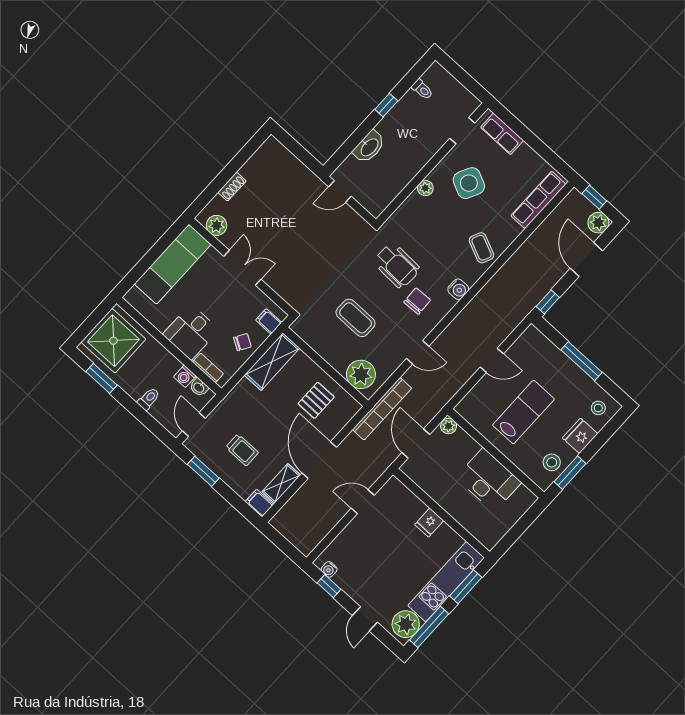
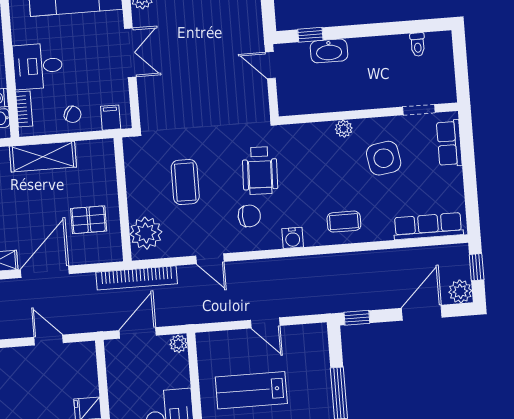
window: (386, 105) -> (310, 35), moved
side table: (469, 183) -> (384, 158), turned -35
coffee table: (481, 248) -> (344, 222), turned 66
shelving: (272, 362) -> (43, 157), moved
lab bench: (523, 412) -> (251, 390), turned 180

